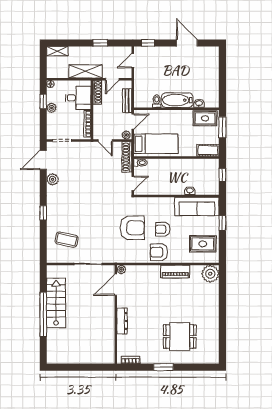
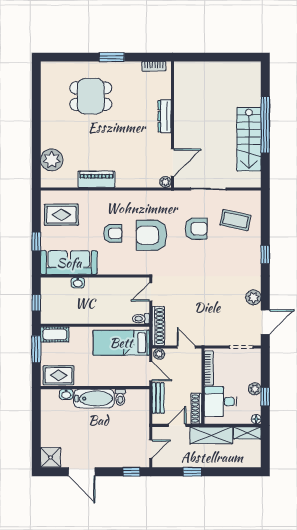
shelving: (57, 51) -> (247, 433), moved
shower: (211, 54) -> (51, 457), added
door: (133, 122) -> (151, 371), swing flipped
window: (222, 127) -> (36, 349), moved
armchair: (159, 252) -> (196, 229), moved
plant: (210, 274) -> (52, 160), moved

